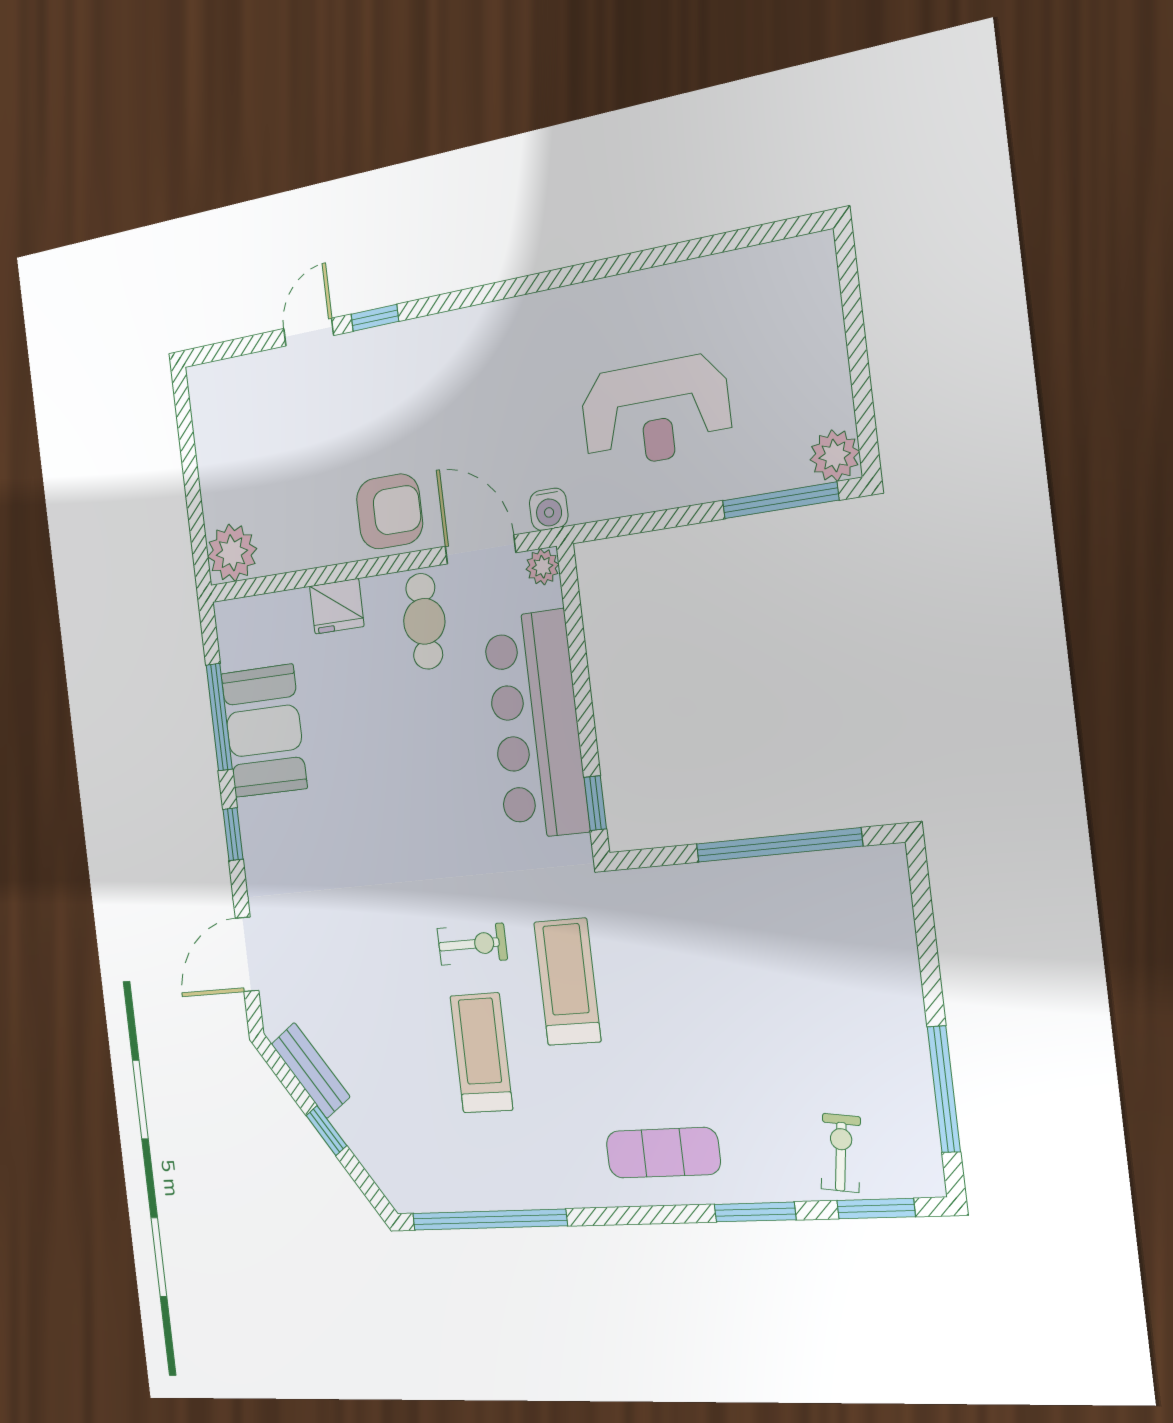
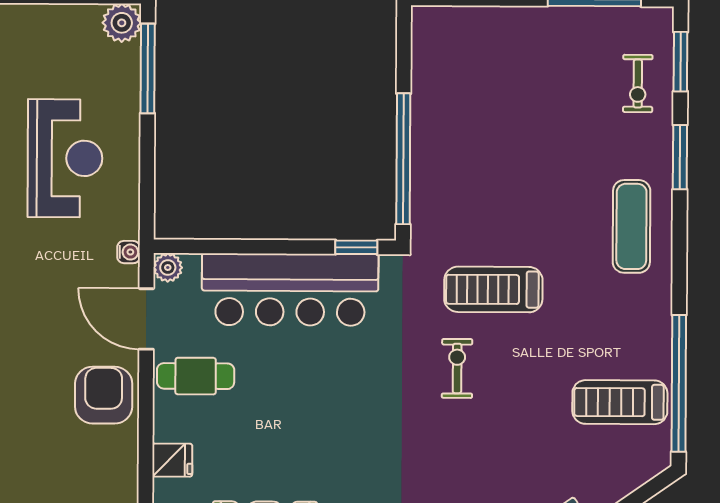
water cooler: (549, 509) -> (129, 252), width x0.72, depth x0.72
door: (480, 550) -> (146, 319), hinge flipped
fridge: (337, 606) -> (172, 460), width x0.72
window: (779, 845) -> (403, 159), moved
treadmill: (481, 1053) -> (620, 402), moved
exercise bike: (841, 1153) -> (638, 84), turned -98

